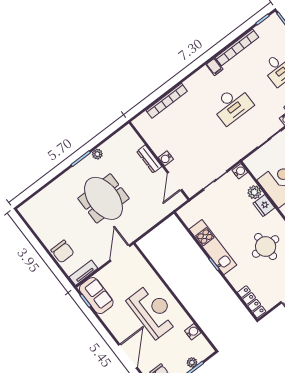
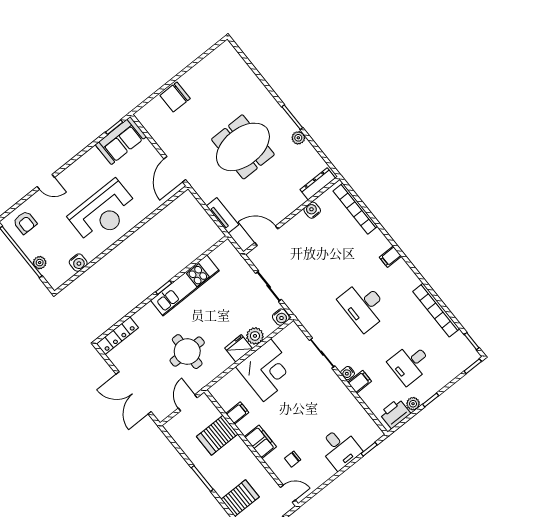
filing cabinet: (214, 67) -> (390, 257), moved
bookcase: (167, 101) -> (355, 209), moved
water cooler: (166, 158) -> (312, 210), moved
dresser: (149, 159) -> (318, 184), moved
door: (120, 253) -> (175, 169), swing flipped
tv unit: (83, 273) -> (222, 215), moved
door: (128, 356) -> (46, 182), width x0.53

